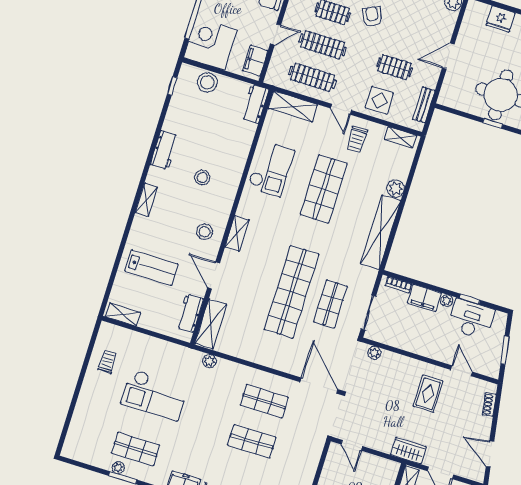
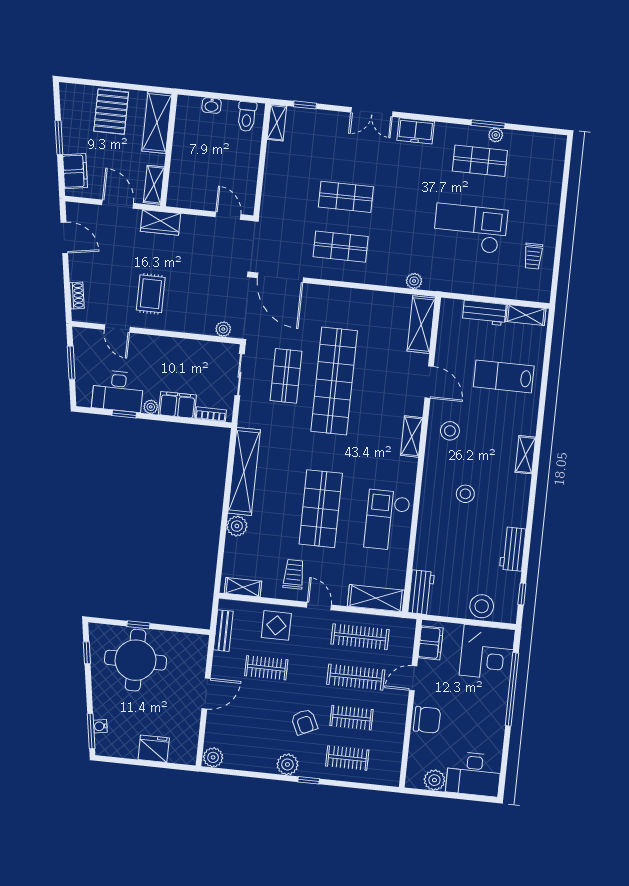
workbench: (164, 150) -> (513, 549), moved
workbench: (190, 313) -> (484, 313), moved, turned 90

